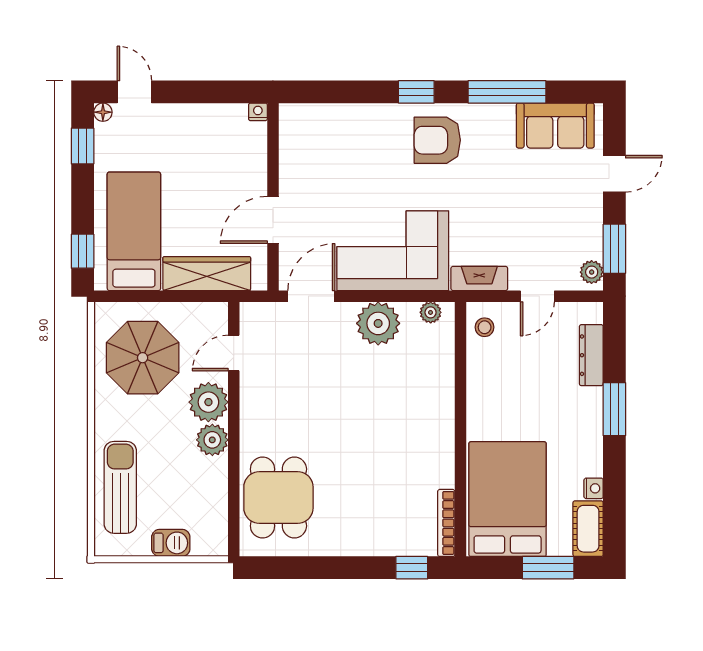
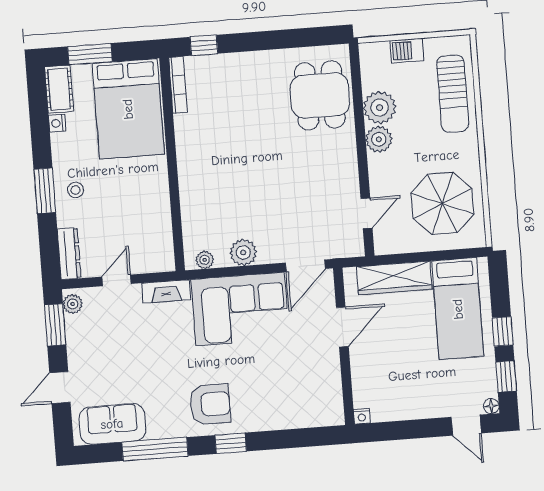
window: (83, 251) -> (503, 331), moved
plant: (378, 323) -> (243, 252), width x0.73, depth x0.73
stool: (485, 327) -> (76, 190), moved
dresser: (591, 355) -> (69, 254), moved
plant: (208, 402) -> (380, 108), moved

